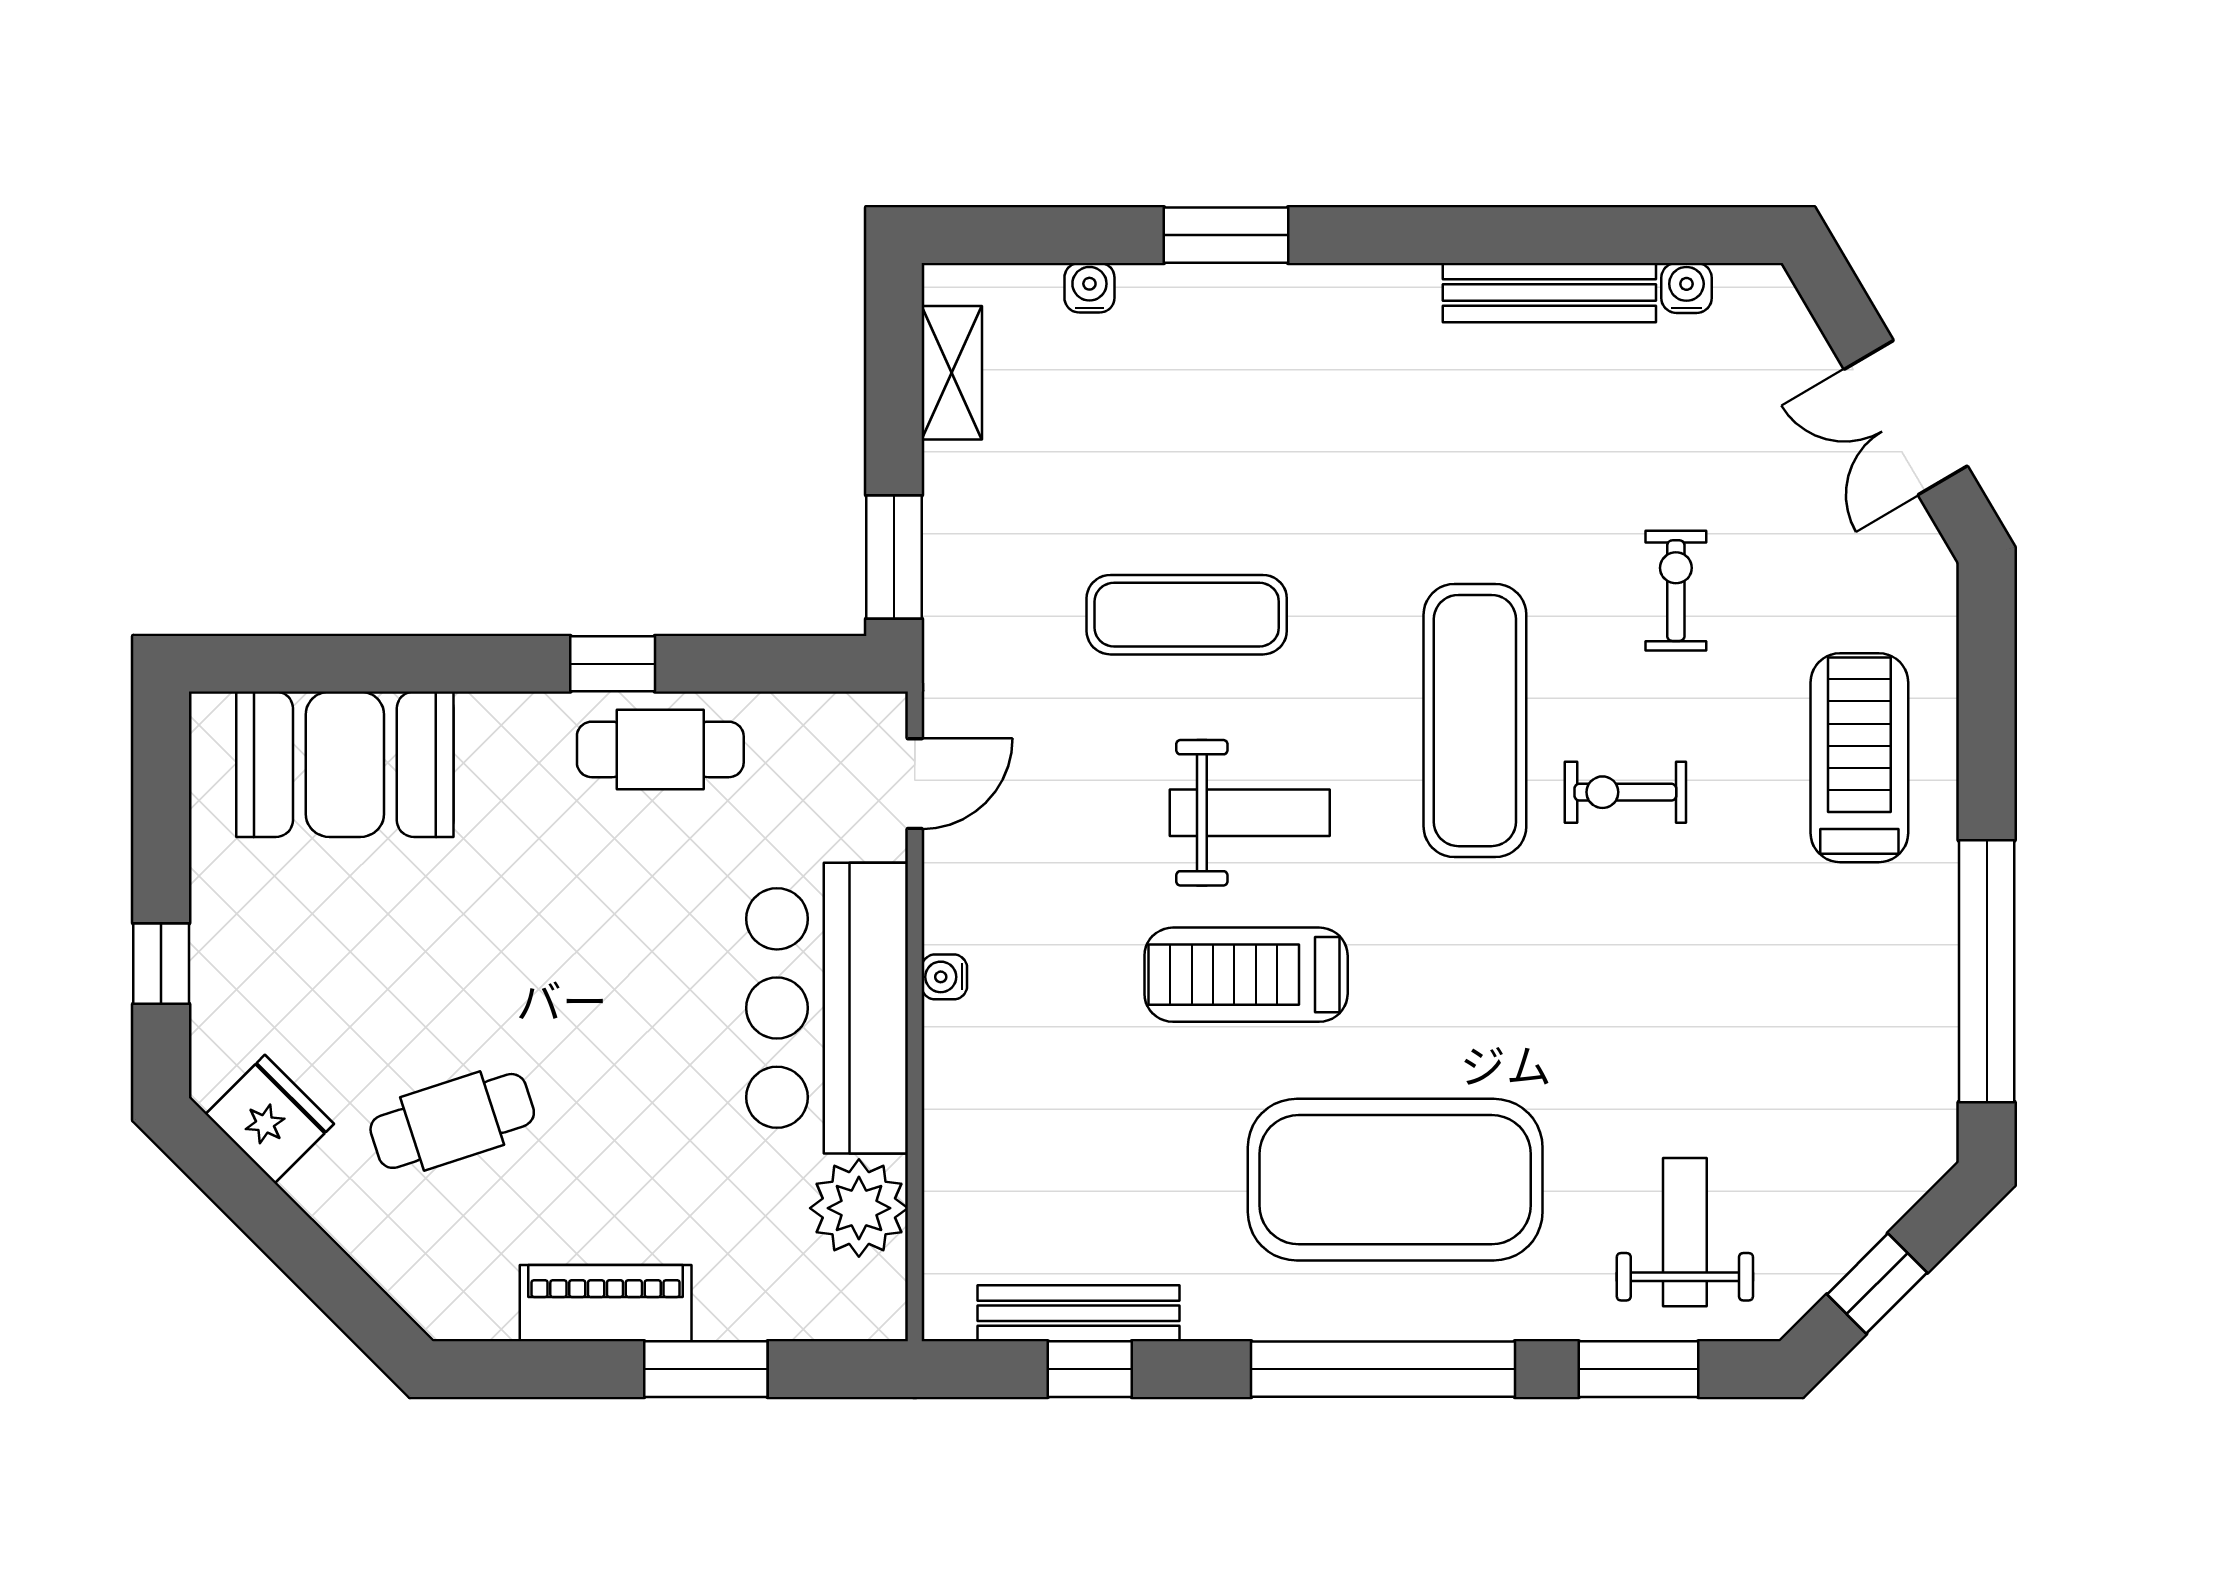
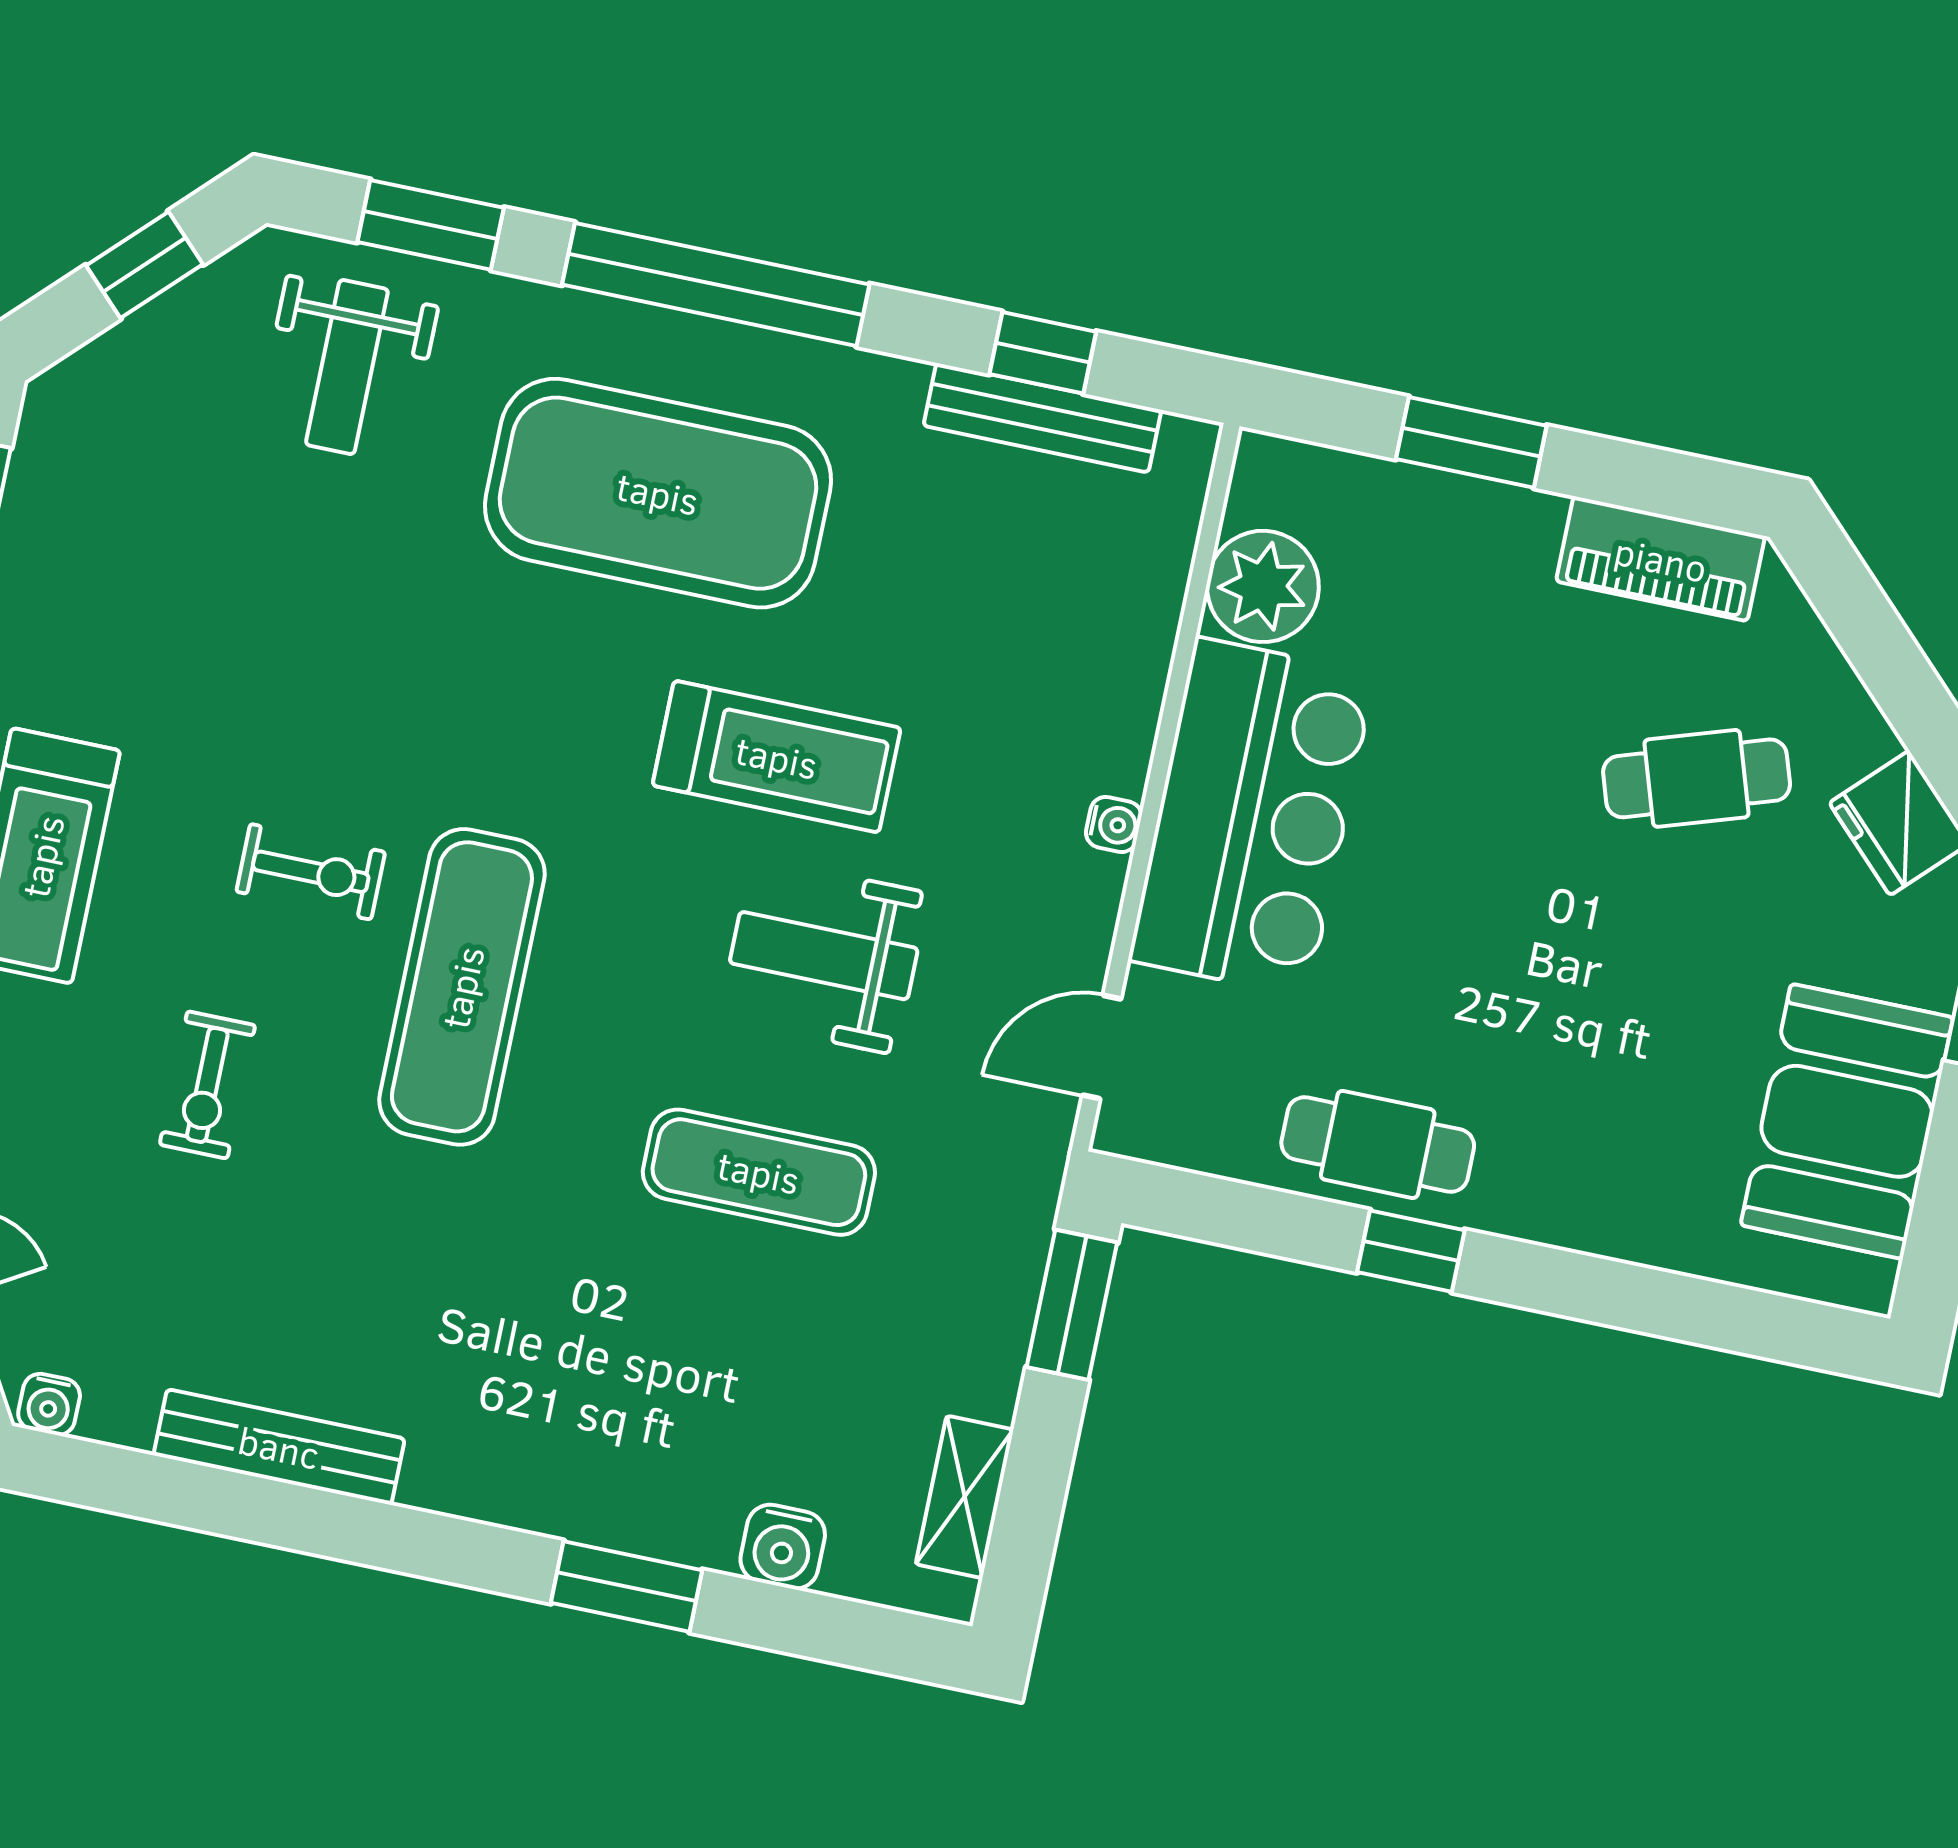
water cooler: (1089, 288) -> (783, 1547), width x1.38, depth x1.38
water cooler: (1686, 288) -> (49, 1404), moved
booth: (345, 764) -> (1847, 1121), moved, turned 90
weight bench: (1250, 813) -> (824, 956), moved
piano: (606, 1303) -> (1661, 559), moved

